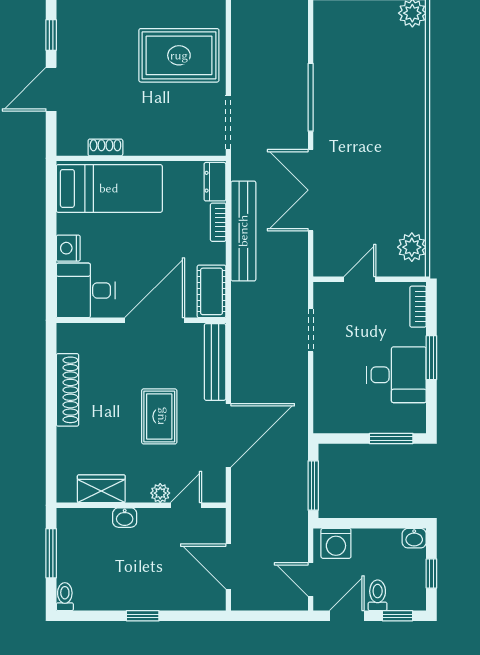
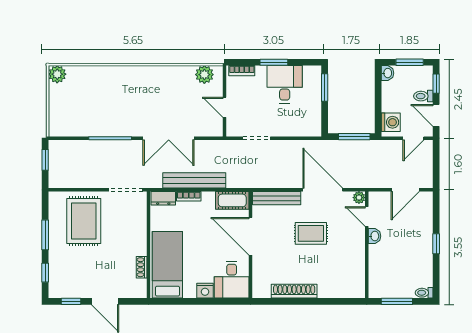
wardrobe: (101, 489) -> (356, 270), removed
plant: (160, 493) -> (359, 198), moved
washbasin: (125, 518) -> (374, 236), moved
window: (431, 574) -> (410, 62), width x1.50

